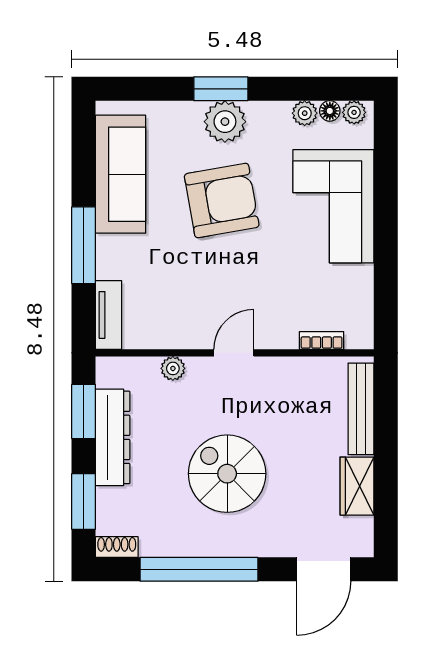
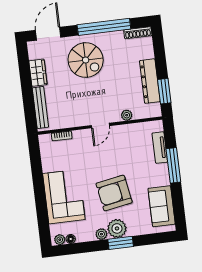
plant: (305, 113) -> (101, 234), moved
sofa: (121, 174) -> (162, 206), width x0.73
tv unit: (109, 315) -> (160, 148), moved
spiral stairs: (227, 474) -> (86, 60), moved
window: (84, 501) -> (159, 51), removed
shoe rack: (117, 547) -> (138, 33), width x1.43

